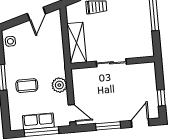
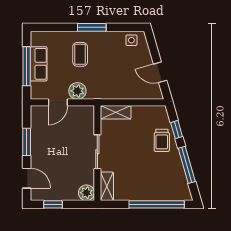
shelving: (77, 43) -> (116, 112), width x0.67, depth x0.75
shelving: (141, 52) -> (107, 186), added
plant: (148, 69) -> (86, 193), added
door: (72, 113) -> (58, 102), moved

